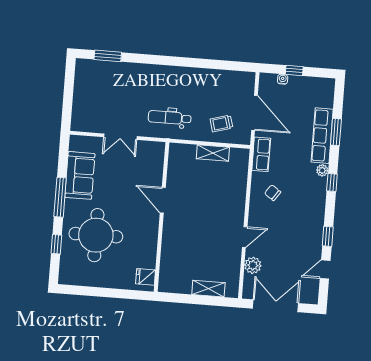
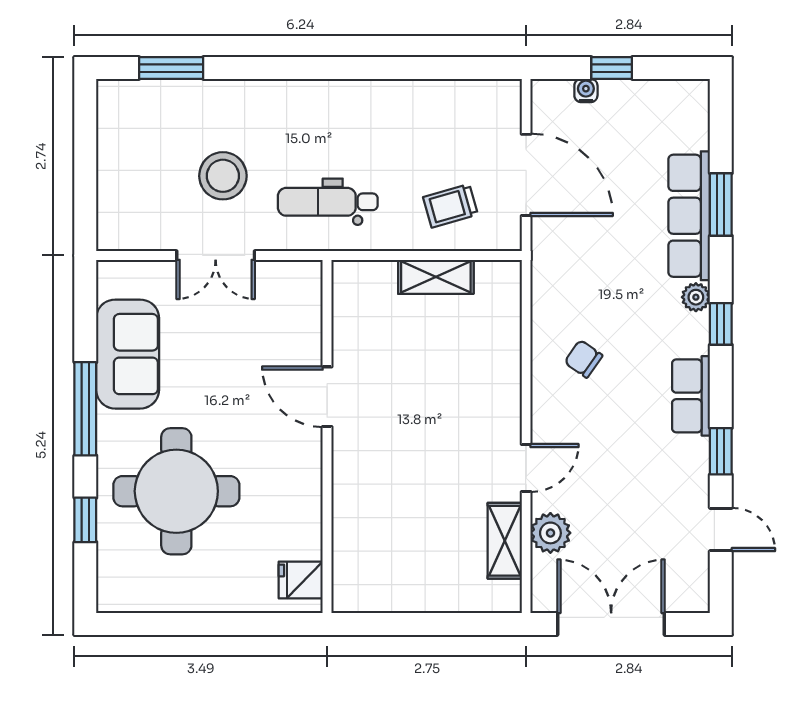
stool: (126, 103) -> (223, 176), added
row of seats: (261, 154) -> (691, 396), moved, turned 180
door: (325, 269) -> (721, 529), swing flipped
shelving: (208, 289) -> (505, 541), moved, turned 90

